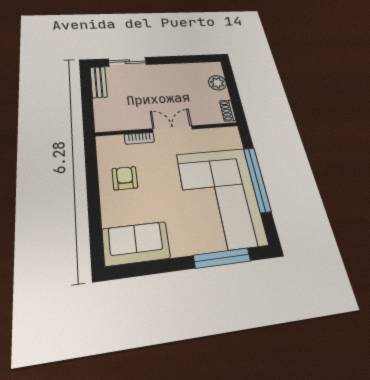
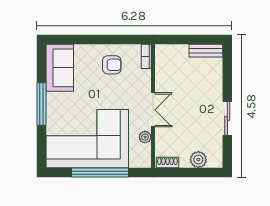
sliding door: (127, 62) -> (227, 118), moved
plant: (205, 135) -> (145, 137), added
bookcase: (139, 138) -> (146, 56), moved
window: (222, 258) -> (41, 104), moved

